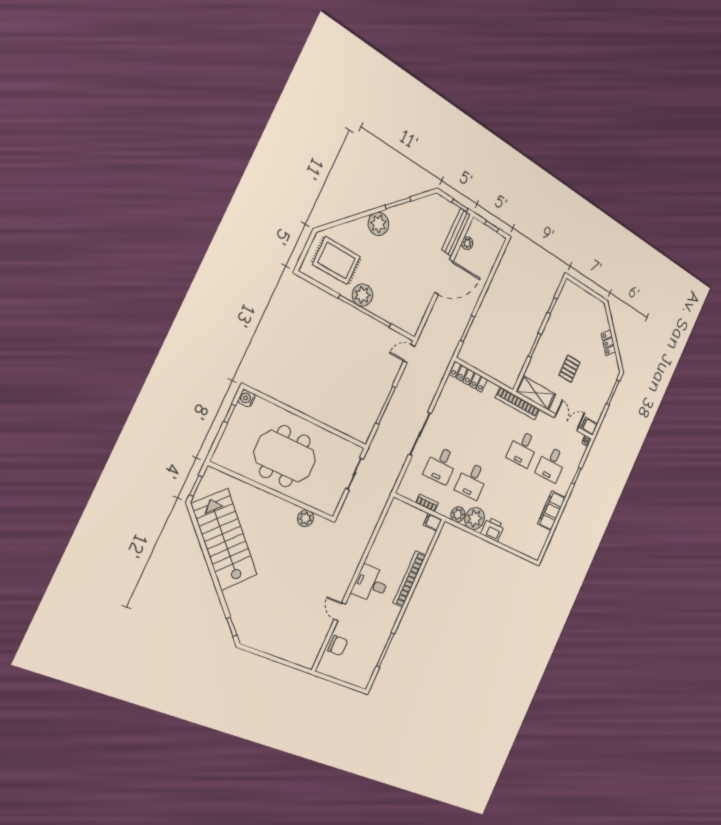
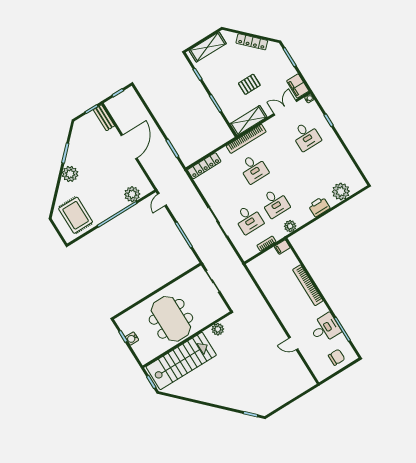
bench: (456, 232) -> (104, 118), width x0.73
plant: (467, 243) -> (118, 117), removed
rug: (336, 261) -> (76, 215), turned 90
plant: (362, 295) -> (132, 194), moved
shelving: (582, 299) -> (208, 47), added
locker: (608, 343) -> (252, 42), width x1.53
pallet: (569, 369) -> (249, 84), turned 90
water cooler: (247, 398) -> (132, 339), moved
filing cabinet: (589, 426) -> (298, 86), width x2.00
desk: (523, 449) -> (254, 169), moved
meeting table: (285, 456) -> (171, 319), turned 90
filing cabinet: (551, 511) -> (339, 154), removed
plant: (475, 519) -> (341, 191), moved
stairs: (224, 540) -> (181, 361), moved, turned 135
desk: (371, 584) -> (325, 328), moved, turned 180
chair: (338, 646) -> (337, 357), moved

